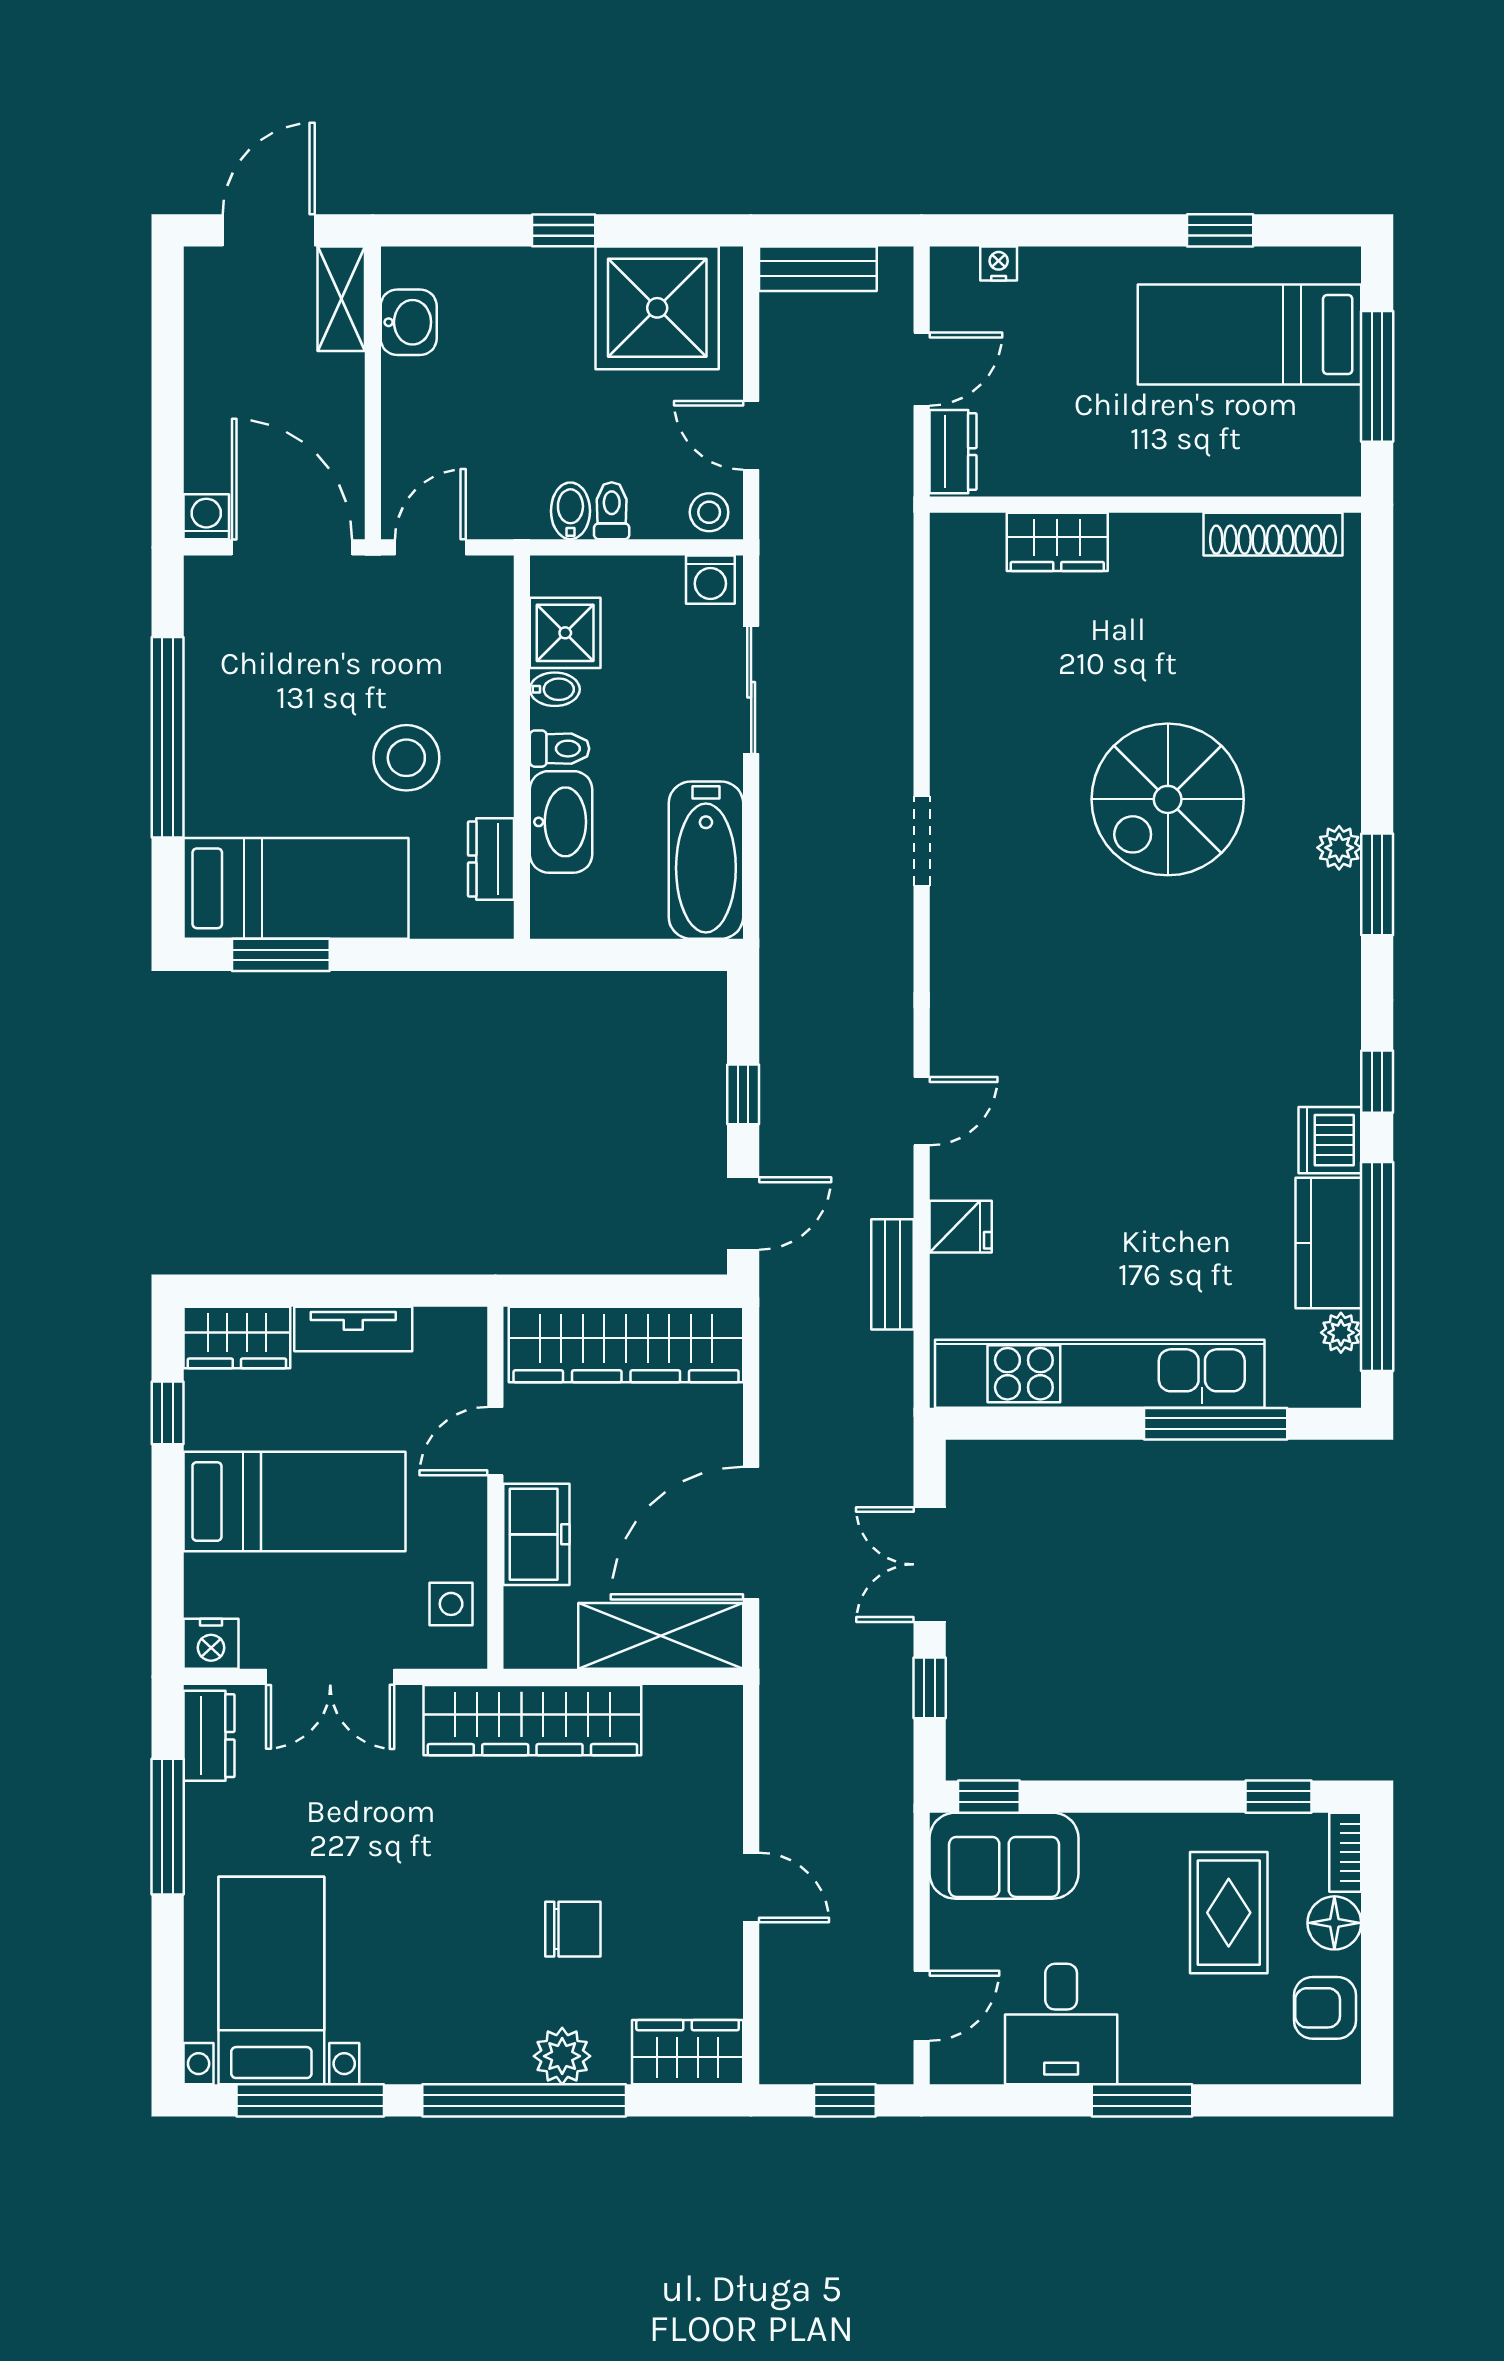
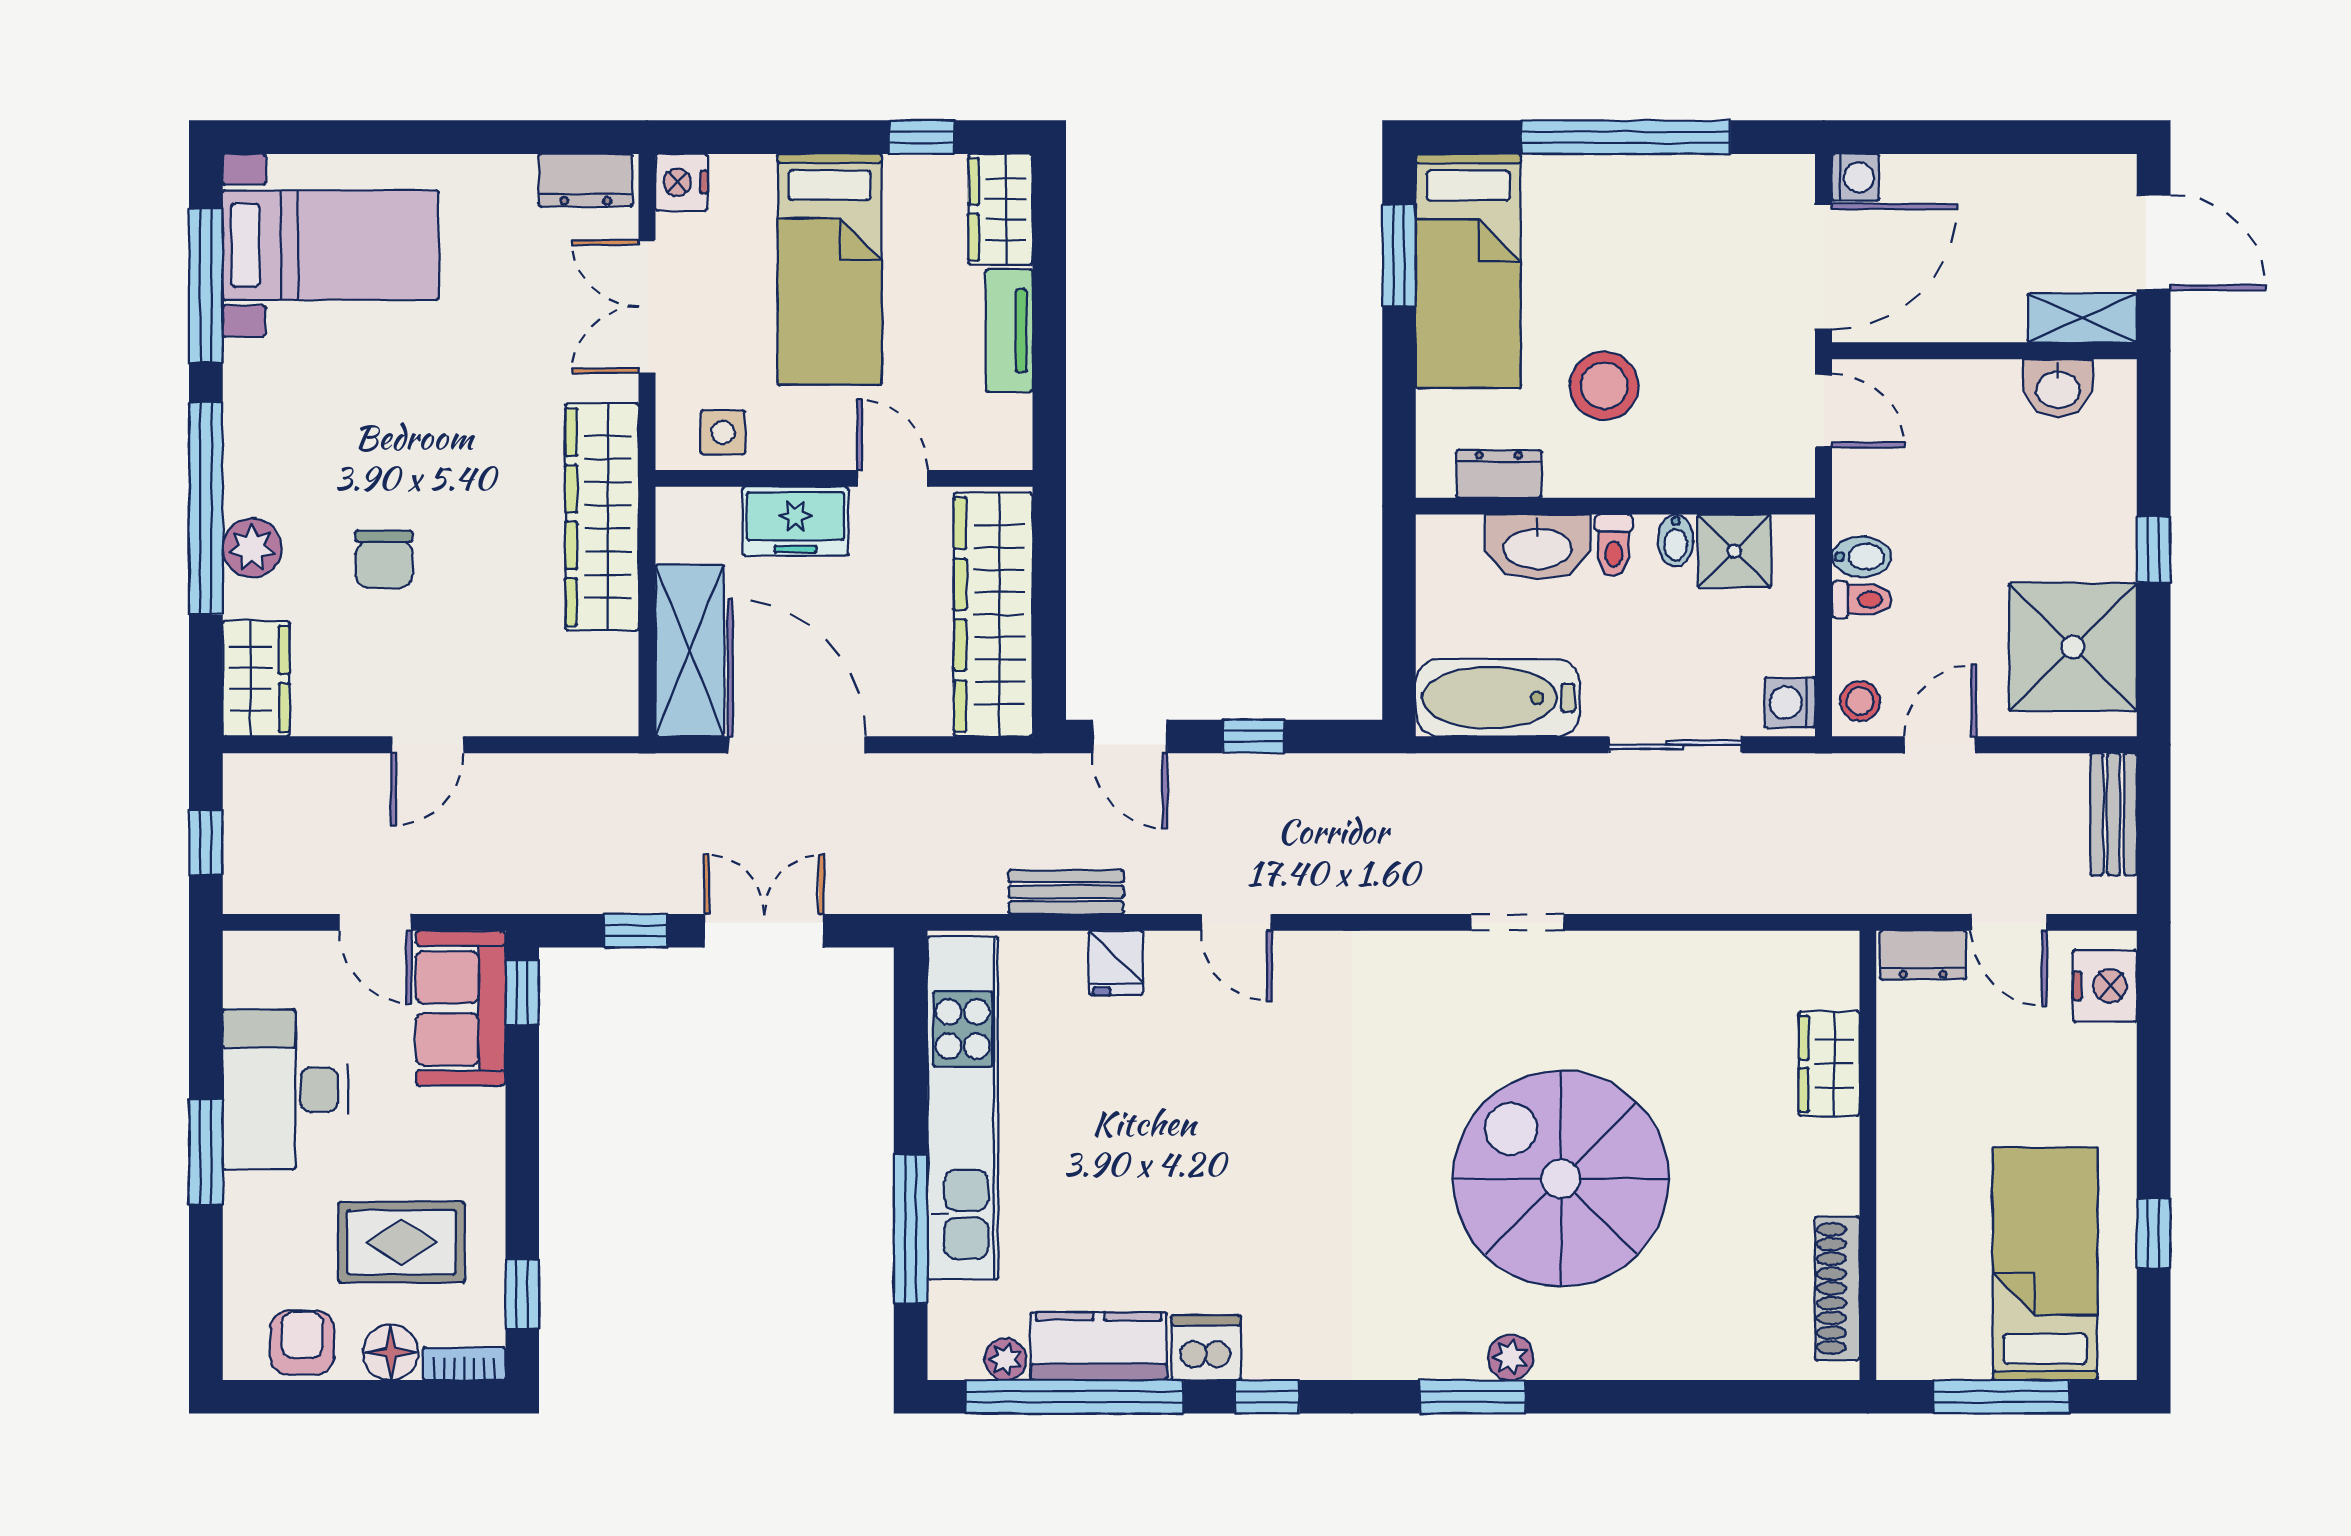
nightstand: (999, 264) -> (2105, 986), width x1.89, depth x1.79
spiral stairs: (1168, 799) -> (1561, 1179), width x1.37, depth x1.37
window: (168, 1827) -> (491, 137), removed
door: (922, 2006) -> (375, 922), moved
desk: (1061, 2024) -> (285, 1089), width x1.37

